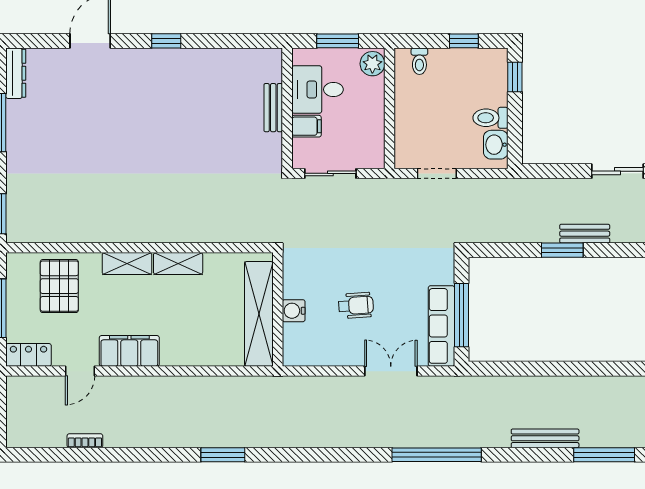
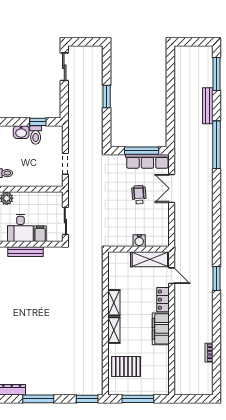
window: (515, 77) -> (38, 122), moved
bench: (273, 108) -> (25, 252), width x1.36
washbasin: (496, 145) -> (21, 132), moved
bench: (585, 234) -> (98, 84), removed
wheelchair: (356, 305) -> (139, 195), moved
shelving: (259, 314) -> (150, 259), width x0.68
locker: (28, 355) -> (163, 300), moved
door: (80, 371) -> (172, 276), moved
window: (437, 455) -> (217, 145), moved

